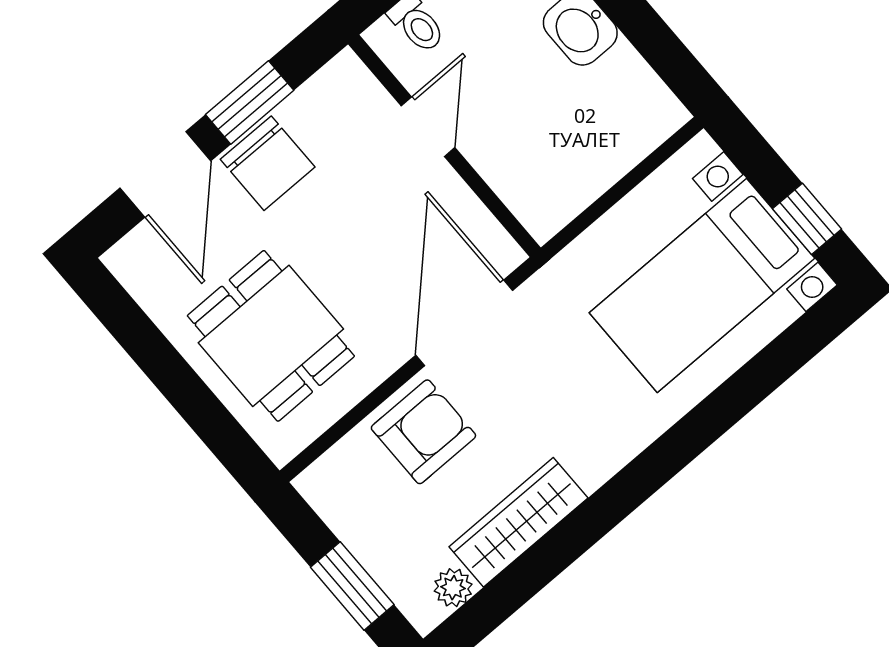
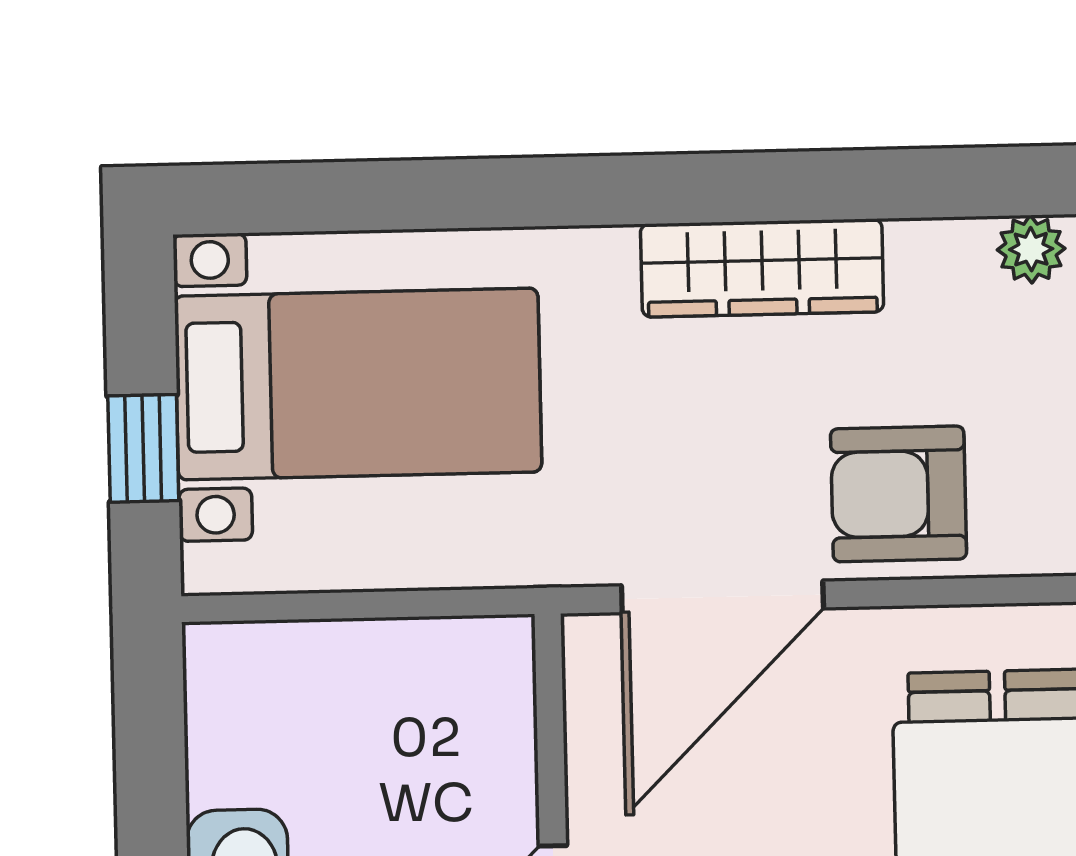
window: (807, 219) -> (143, 448), moved
wardrobe: (518, 522) -> (762, 268), moved

